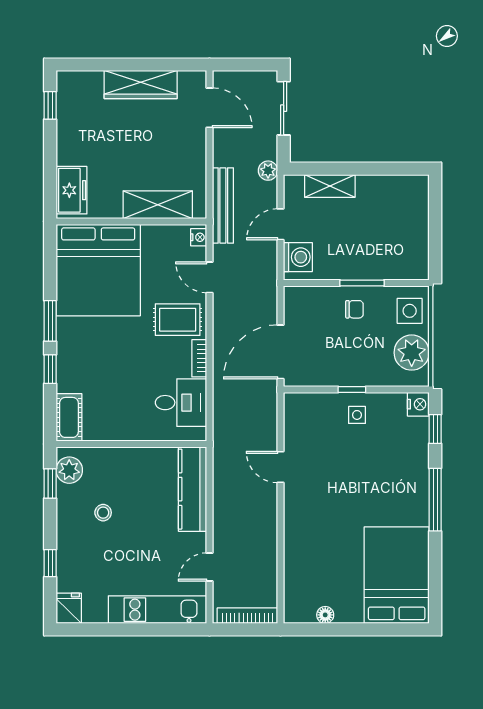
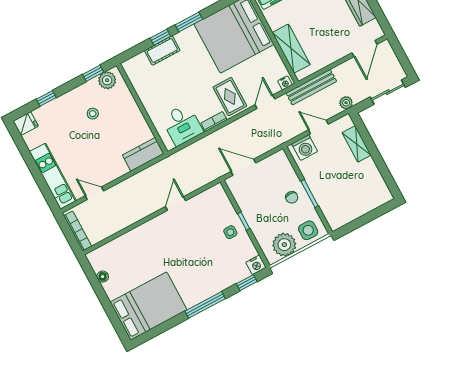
door: (281, 352) -> (243, 167), width x0.73
cot: (69, 417) -> (162, 50), moved
kitchen counter: (193, 489) -> (143, 154), width x0.67

